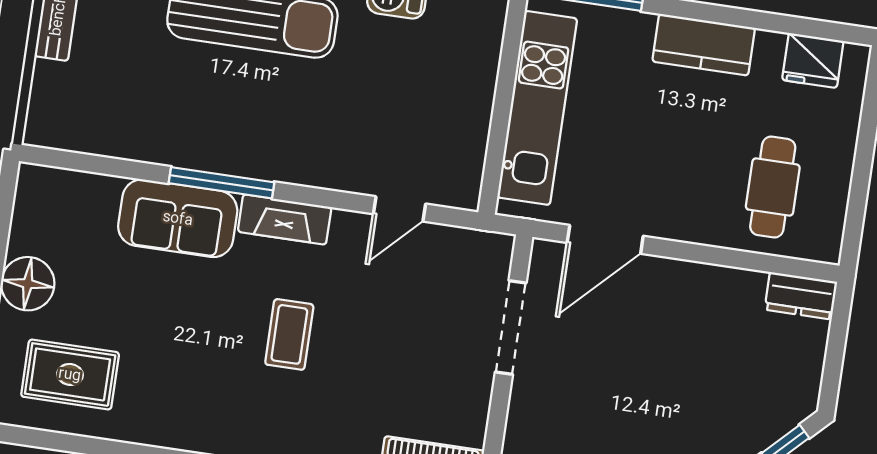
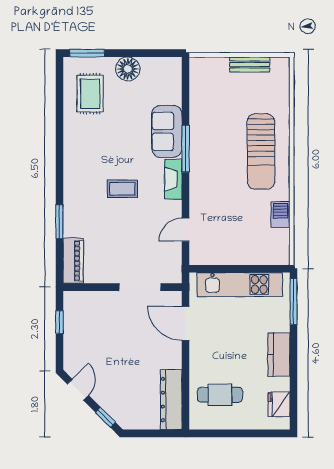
door: (399, 209) -> (186, 230), hinge flipped
dresser: (801, 296) -> (171, 400), width x1.96, depth x1.24

